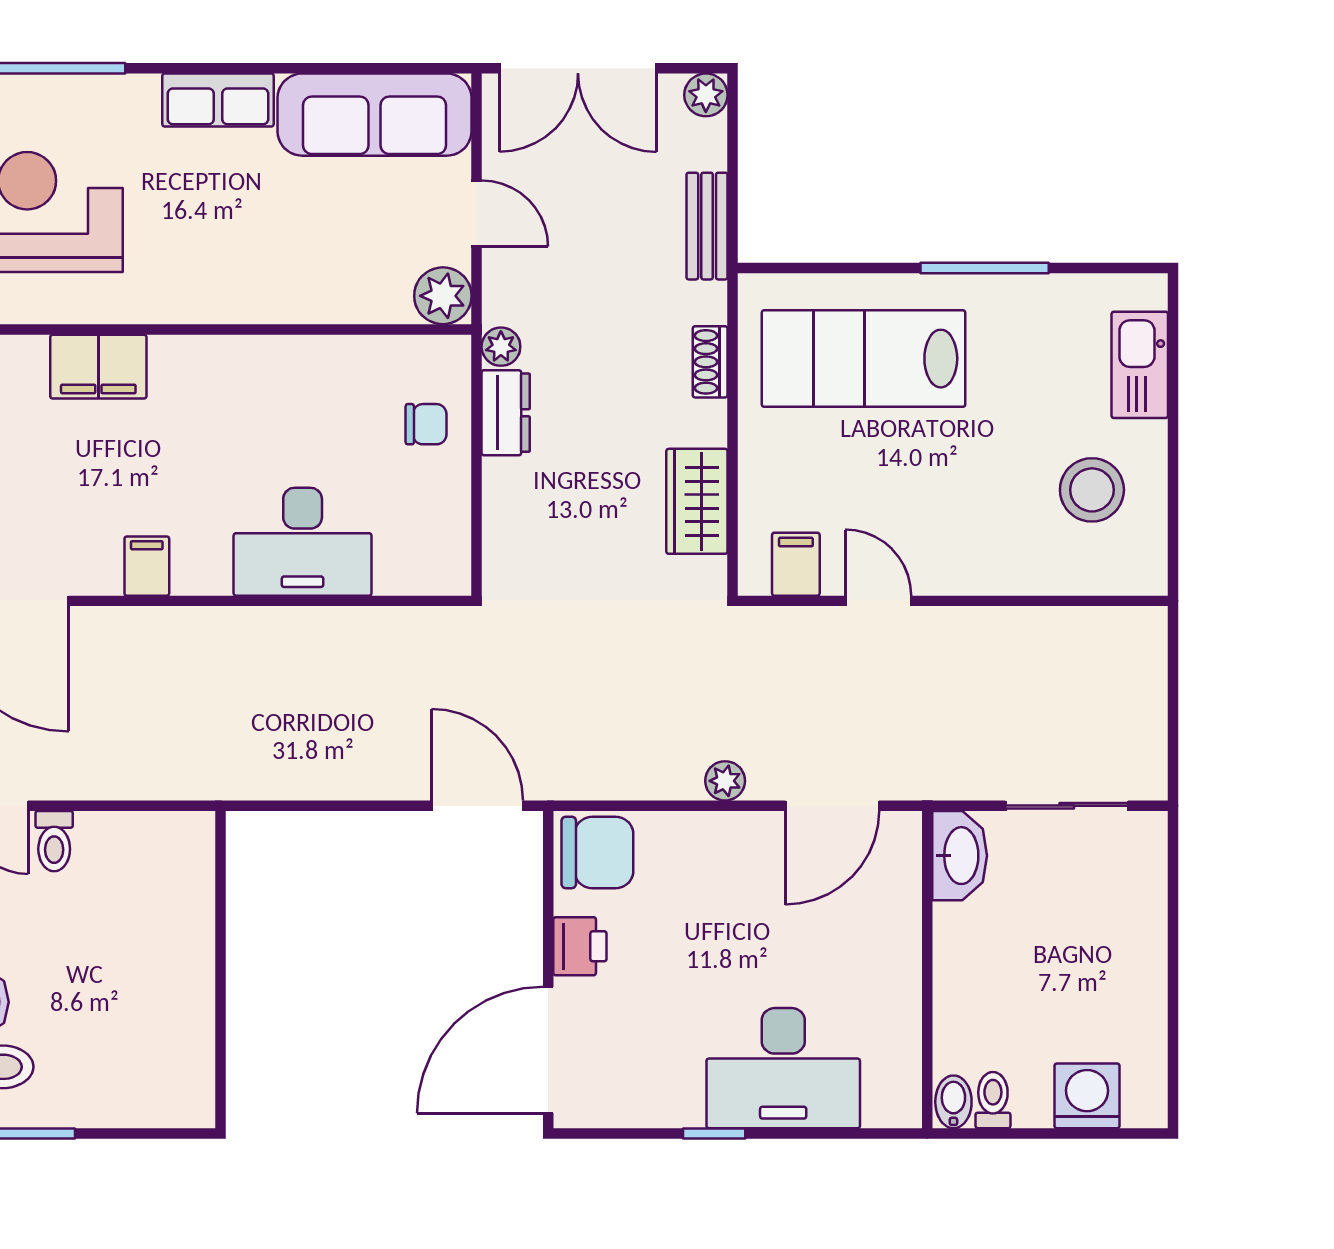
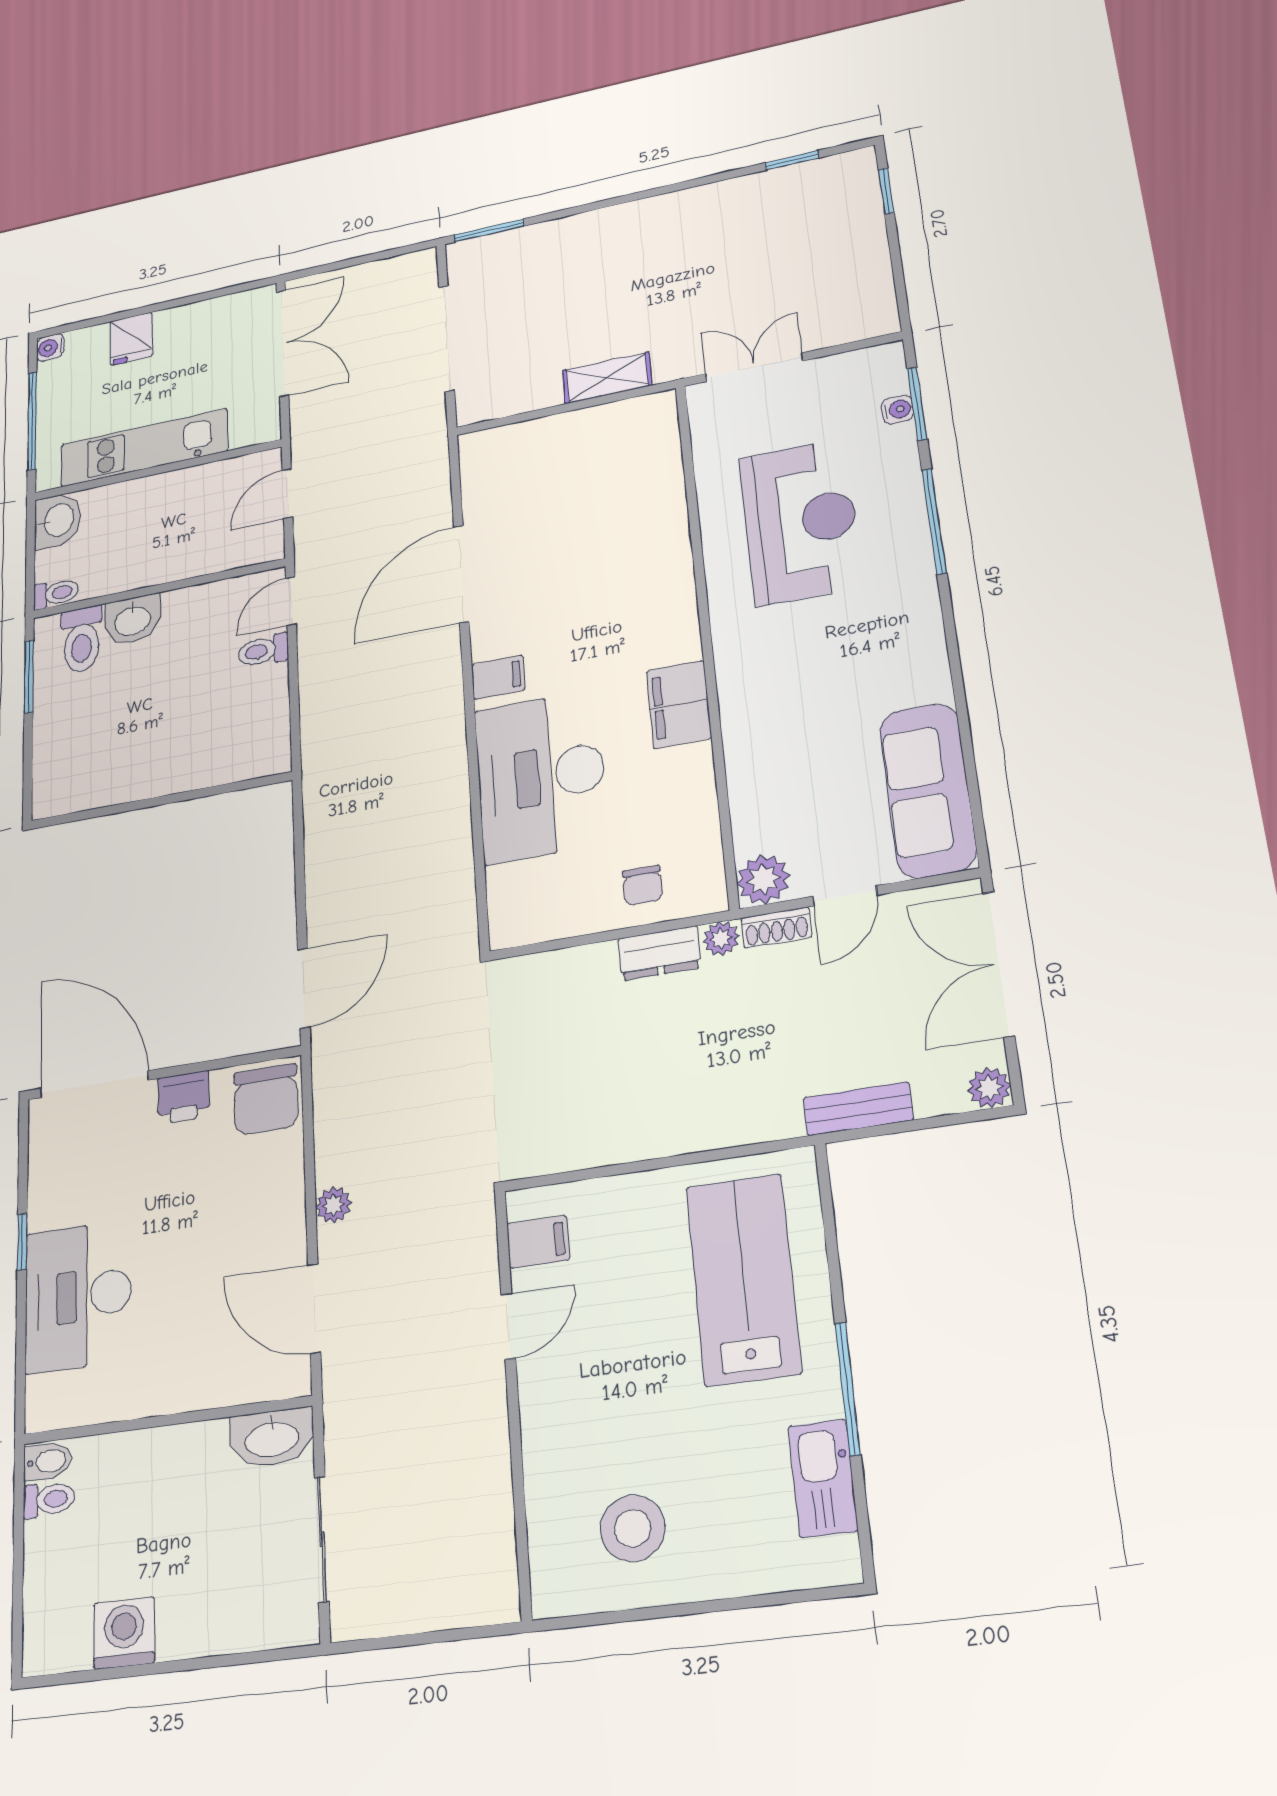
row of seats: (218, 100) -> (923, 655), removed
shoe rack: (710, 362) -> (776, 928), moved, turned 180
kitchen sink: (1140, 365) -> (823, 1478), moved, turned -90
filing cabinet: (98, 367) -> (679, 704), moved
wardrobe: (697, 501) -> (591, 1140), removed
desk: (303, 542) -> (541, 776), width x1.36, depth x1.30
washing machine: (1087, 1096) -> (124, 1633), moved, turned -90

